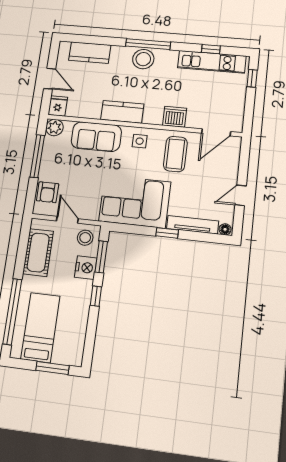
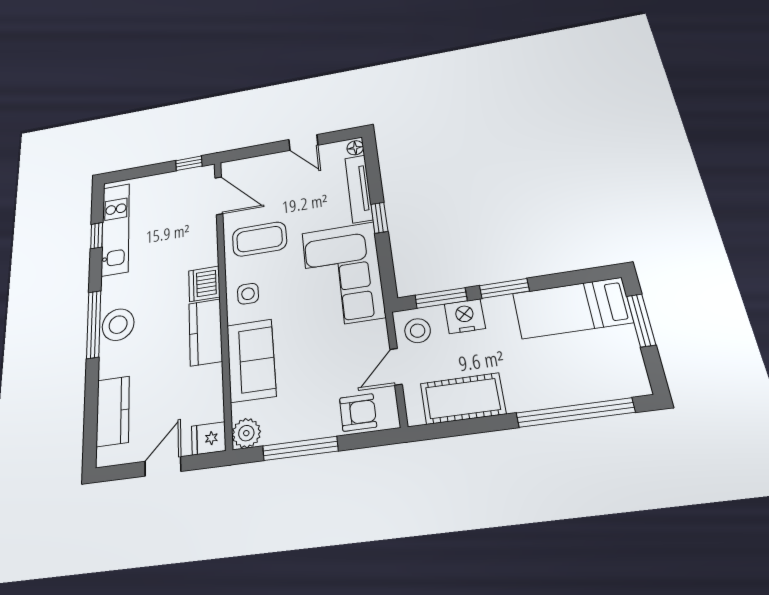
window: (252, 78) -> (189, 163), moved
dishwasher: (175, 117) -> (204, 284), moved
window: (96, 296) -> (504, 288), width x1.50
bed: (40, 327) -> (572, 308), moved

